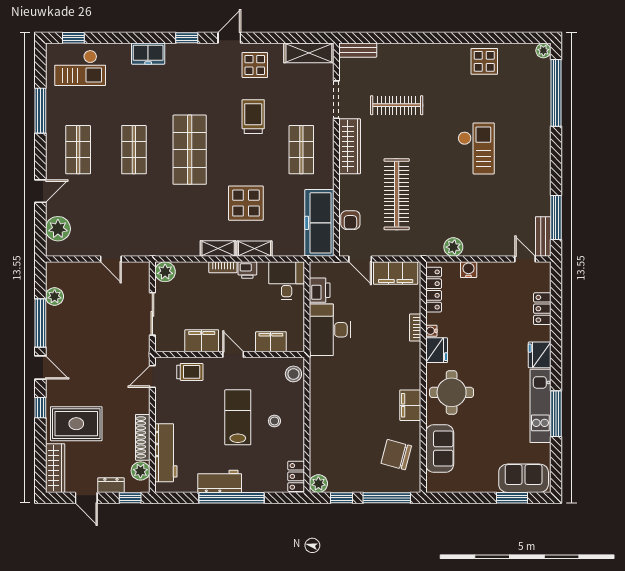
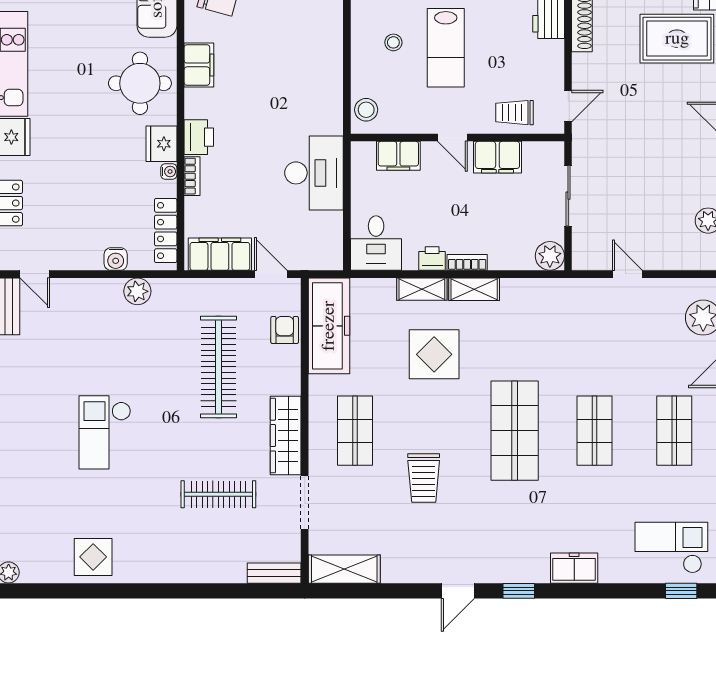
display table: (255, 65) -> (421, 552), removed
printer: (320, 290) -> (199, 137), moved, turned 180

